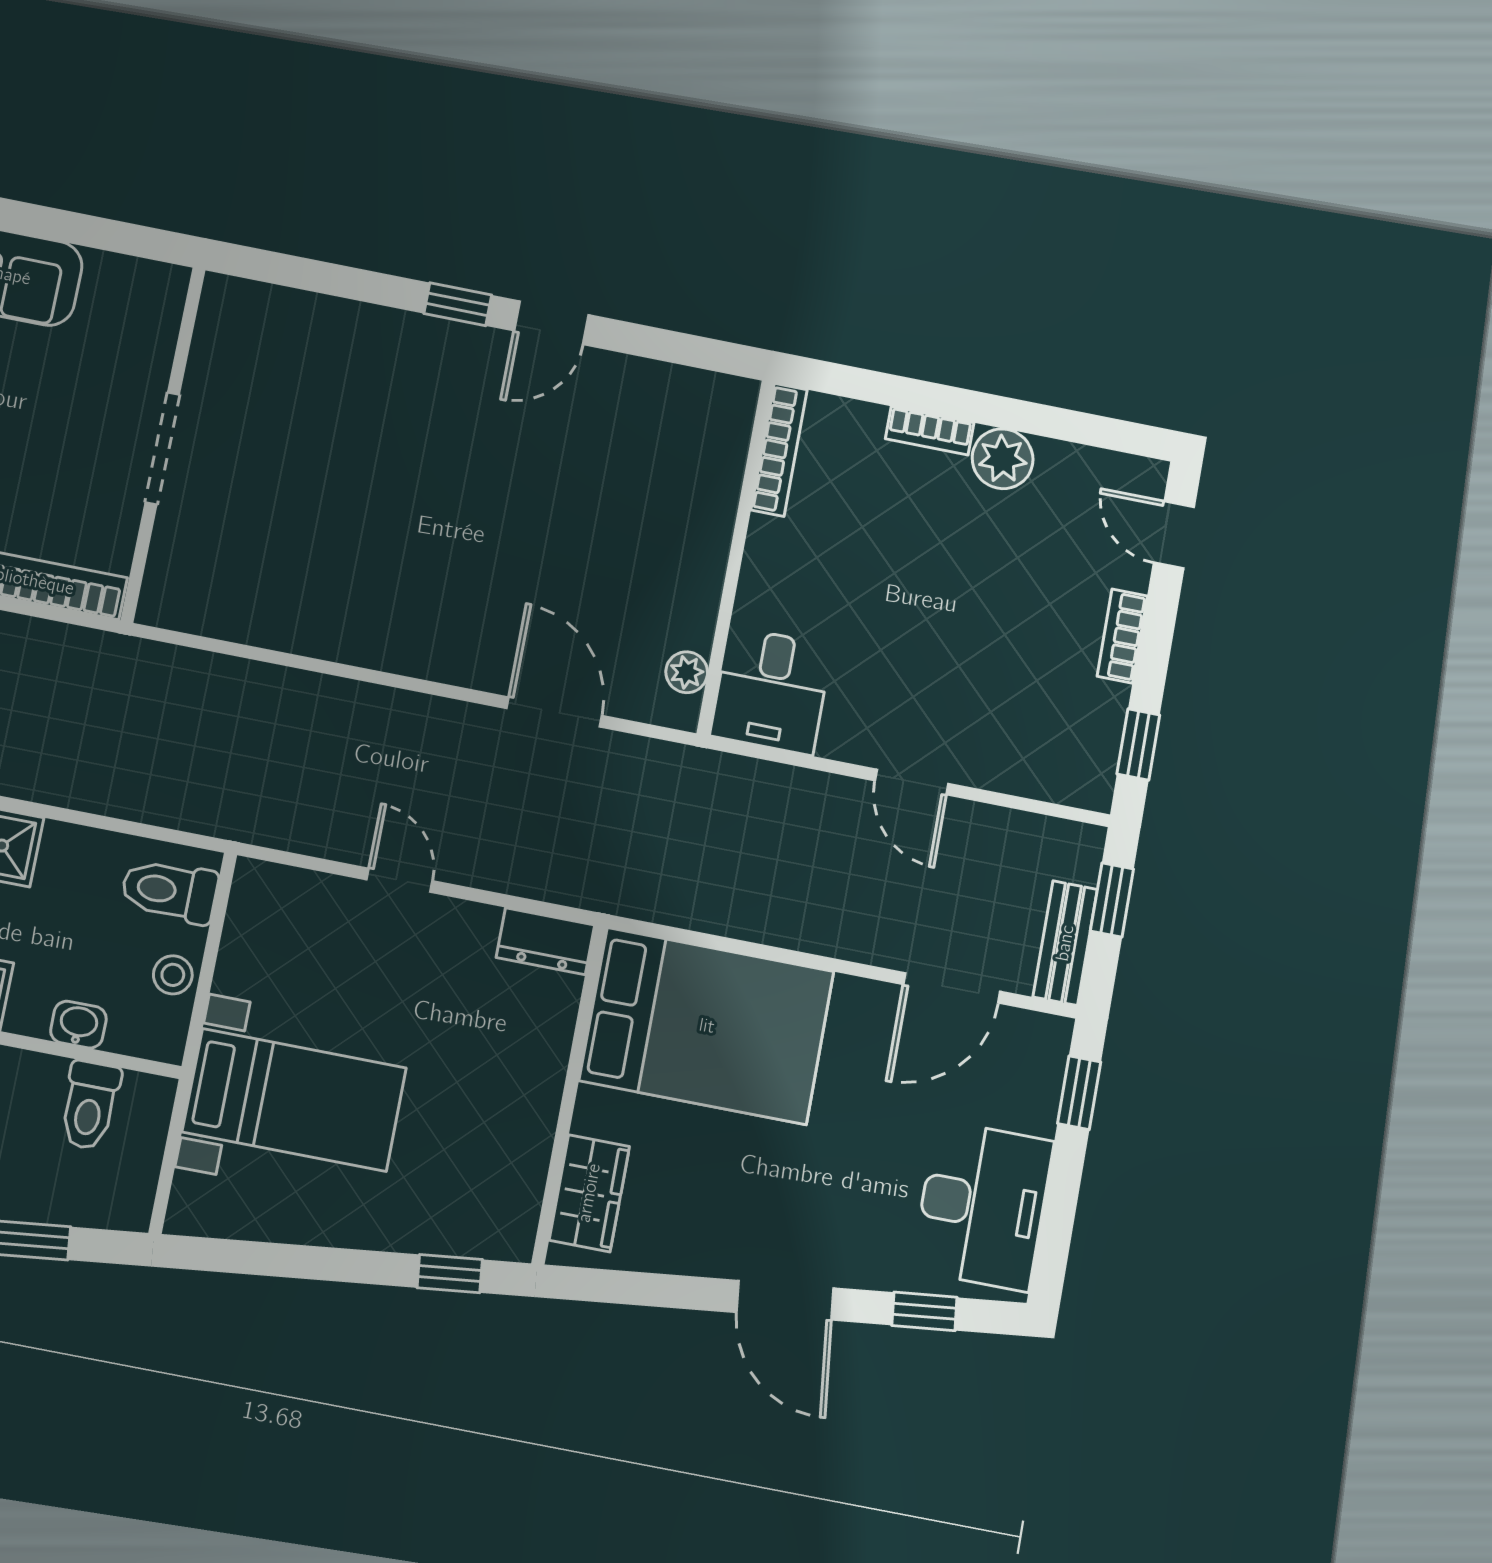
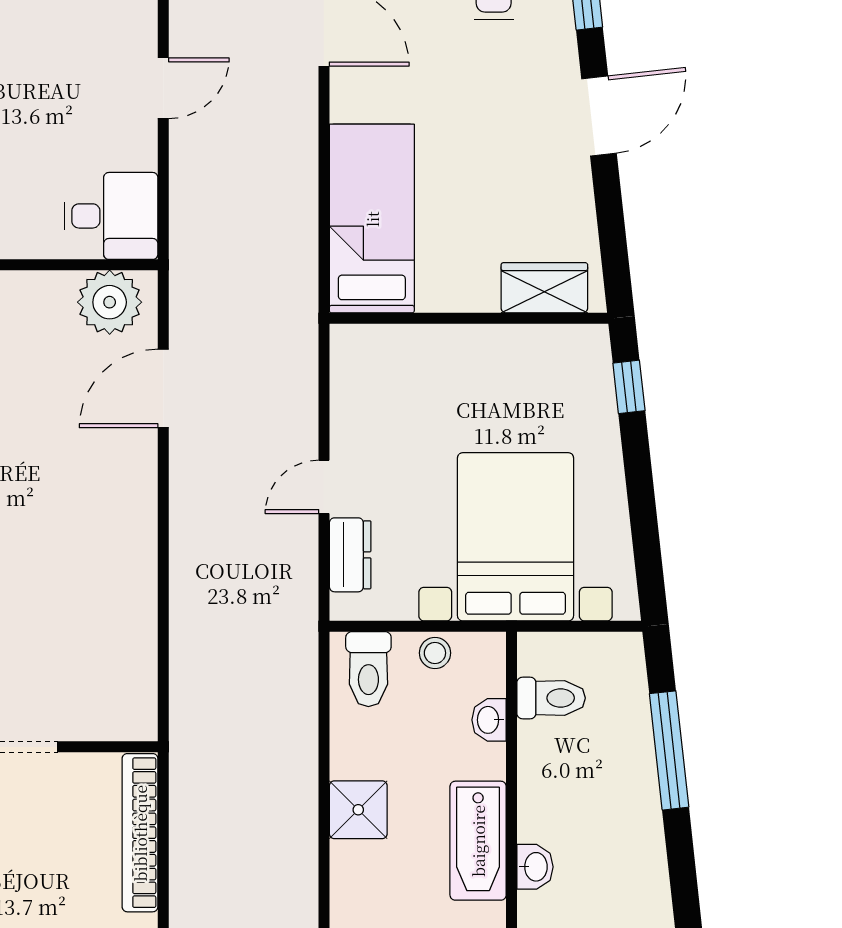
plant: (687, 672) -> (110, 302), width x1.88, depth x1.88
dresser: (545, 941) -> (350, 555), moved
bed: (707, 1026) -> (372, 219), width x0.67
bed with nightstands: (294, 1100) -> (516, 537), width x1.36

